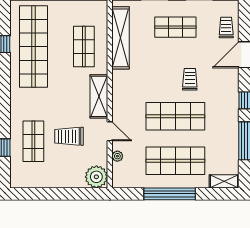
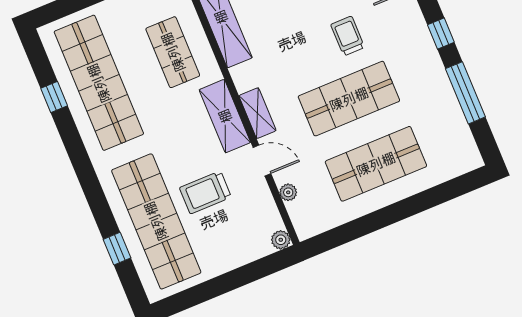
shop shelf: (33, 141) -> (156, 221), width x2.00, depth x1.36
plant: (96, 177) -> (281, 240), width x0.53, depth x0.53
shelving: (224, 181) -> (257, 113), moved, turned 90
window: (170, 194) -> (387, 216), removed

